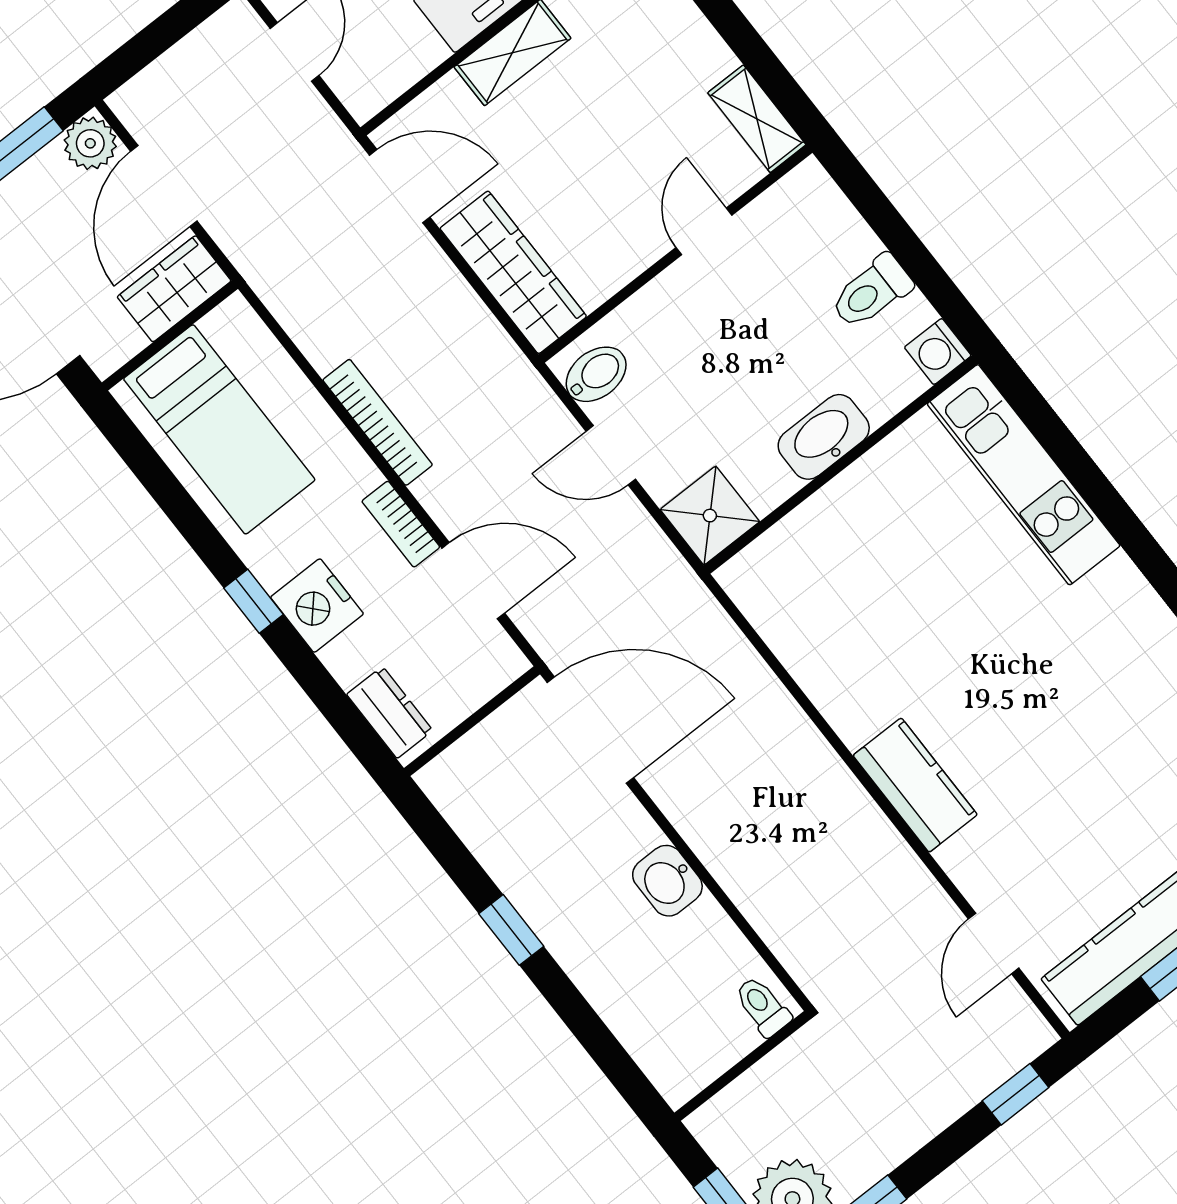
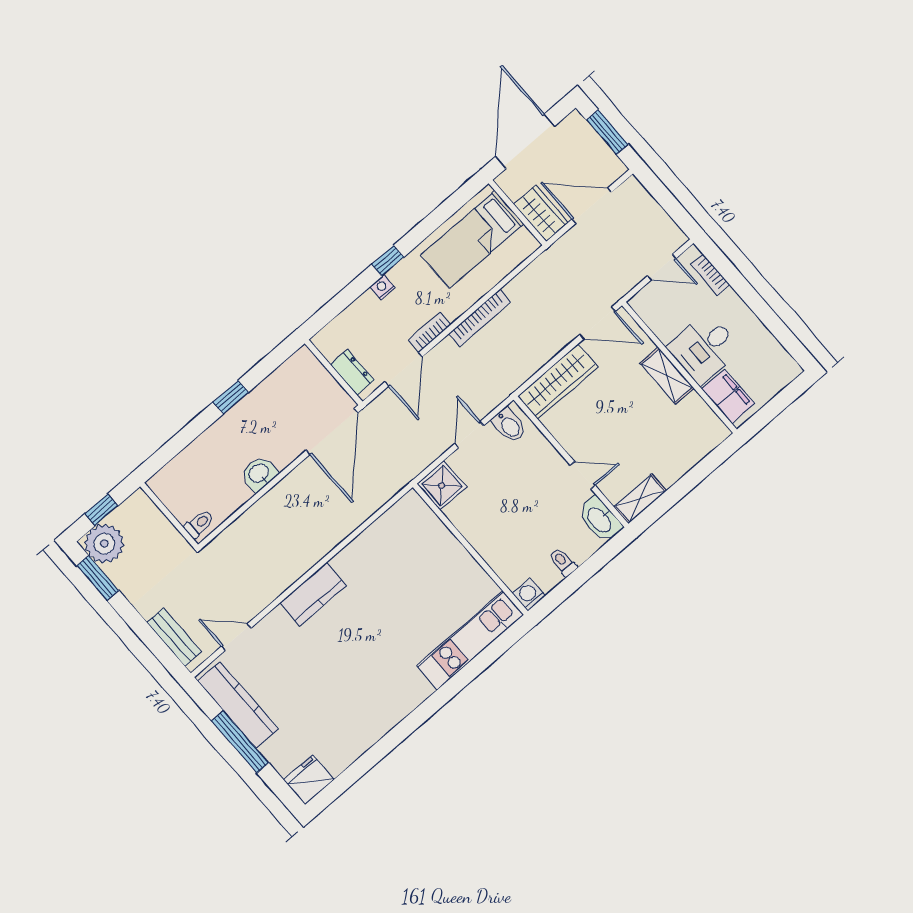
plant: (90, 143) -> (611, 168), removed
door: (400, 186) -> (598, 323), hinge flipped
toilet: (871, 292) -> (563, 562), width x0.73, depth x0.72
washbasin: (824, 437) -> (600, 519), moved, turned 180
nightstand: (317, 606) -> (383, 287), width x0.53, depth x0.56
dresser: (390, 712) -> (352, 372), moved, turned -90
bench: (987, 1068) -> (174, 637), added
window: (1016, 1094) -> (162, 652), removed

